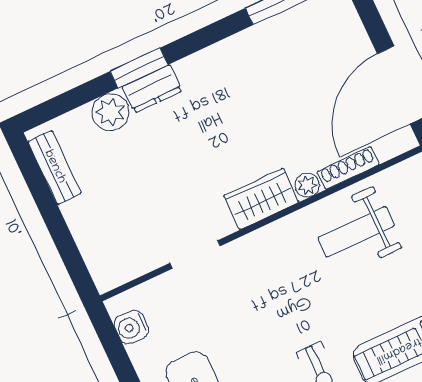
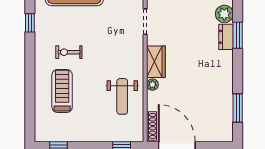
shoe rack: (348, 168) -> (152, 126), moved
weight bench: (356, 232) -> (122, 96), turned 180

